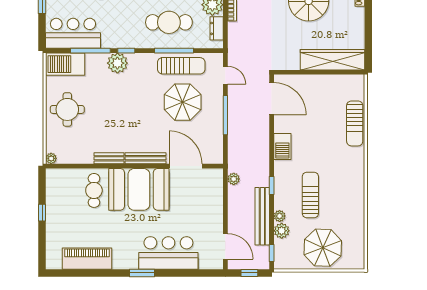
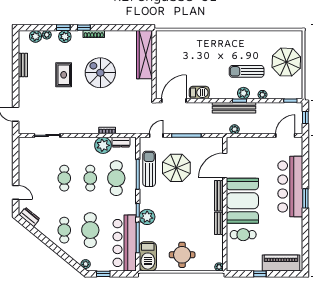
bar counter: (73, 33) -> (125, 243), width x1.36
sun lounger: (355, 123) -> (193, 38), removed
barbecue: (282, 147) -> (199, 93), moved
bench: (262, 216) -> (234, 108), moved
plant: (282, 231) -> (244, 93), moved
bar counter: (168, 253) -> (290, 187), width x1.36
piano: (87, 259) -> (281, 263), moved, turned 90

